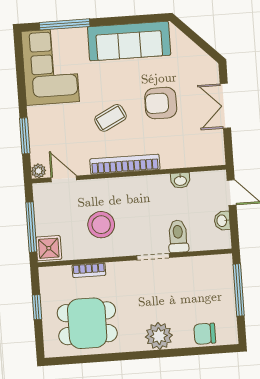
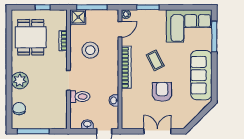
window: (239, 290) -> (33, 131), moved

